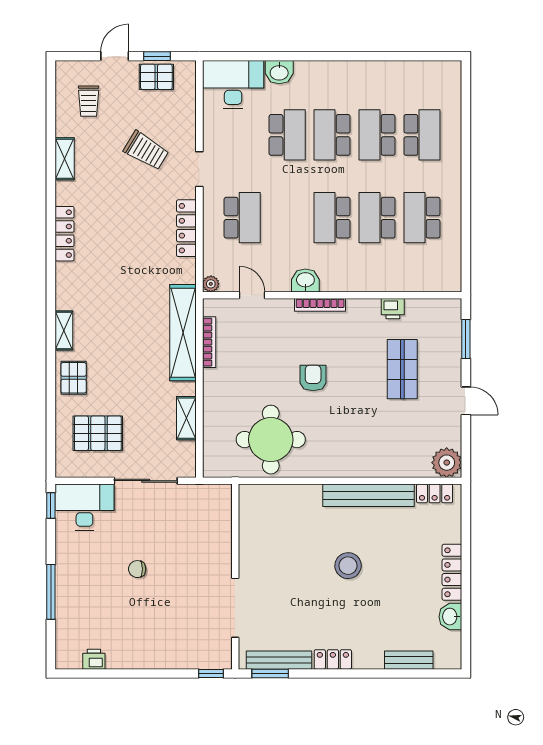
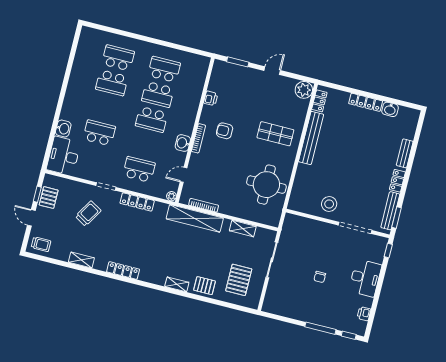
trolley: (89, 101) -> (41, 244), moved
school desk: (332, 135) -> (106, 108), removed
school desk: (422, 218) -> (164, 69), turned 180
shop shelf: (402, 369) -> (275, 134), moved
armchair: (313, 378) -> (225, 131), moved
window: (51, 506) -> (349, 335), moved
desk: (84, 507) -> (365, 278), moved, turned 180
stool: (348, 566) -> (329, 204), moved
bench: (409, 660) -> (405, 153), moved

